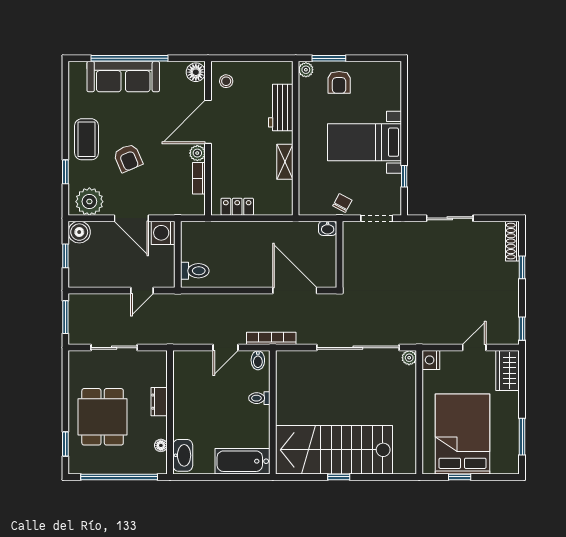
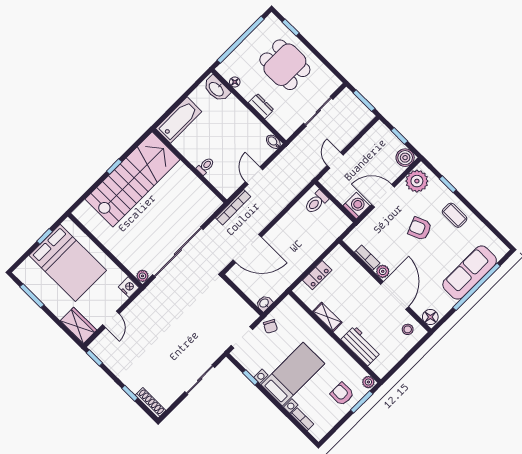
bookcase: (395, 95) -> (302, 419), added
coffee table: (86, 139) -> (455, 215), width x0.73, depth x0.77
locker: (237, 207) -> (317, 275), moved
bidet: (258, 360) -> (273, 142), moved

